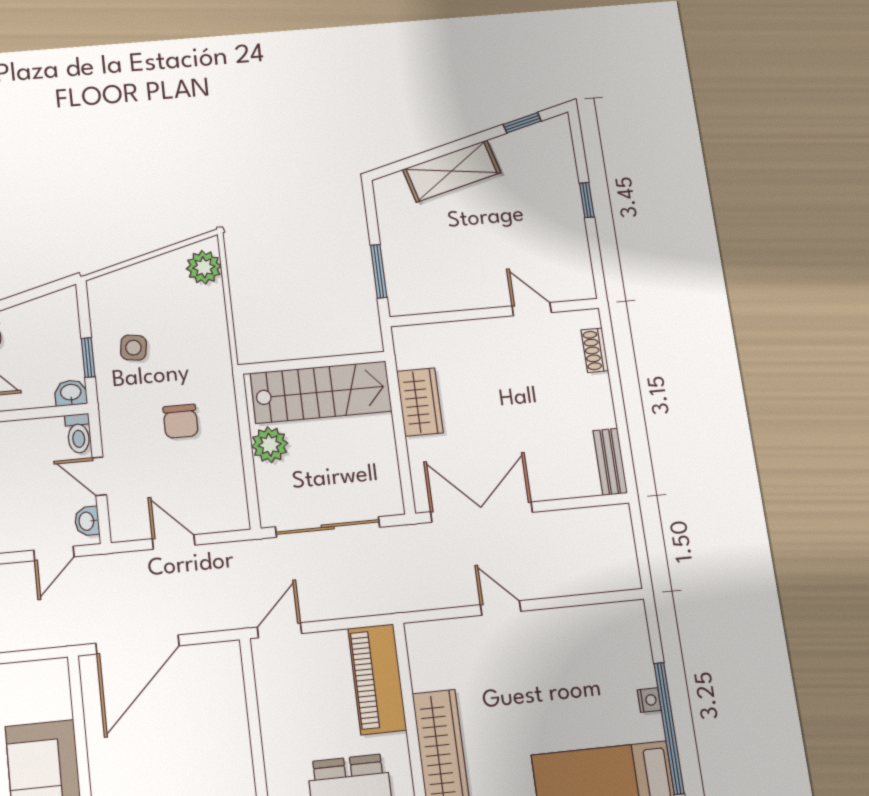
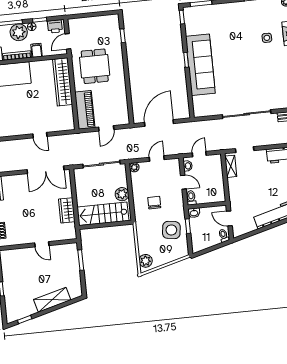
door: (532, 309) -> (42, 244), moved
side table: (133, 348) -> (171, 230), width x1.87, depth x1.87
plant: (236, 518) -> (134, 167), added
door: (174, 542) -> (157, 159), swing flipped
door: (279, 630) -> (106, 128), moved
door: (138, 645) -> (159, 123), moved

